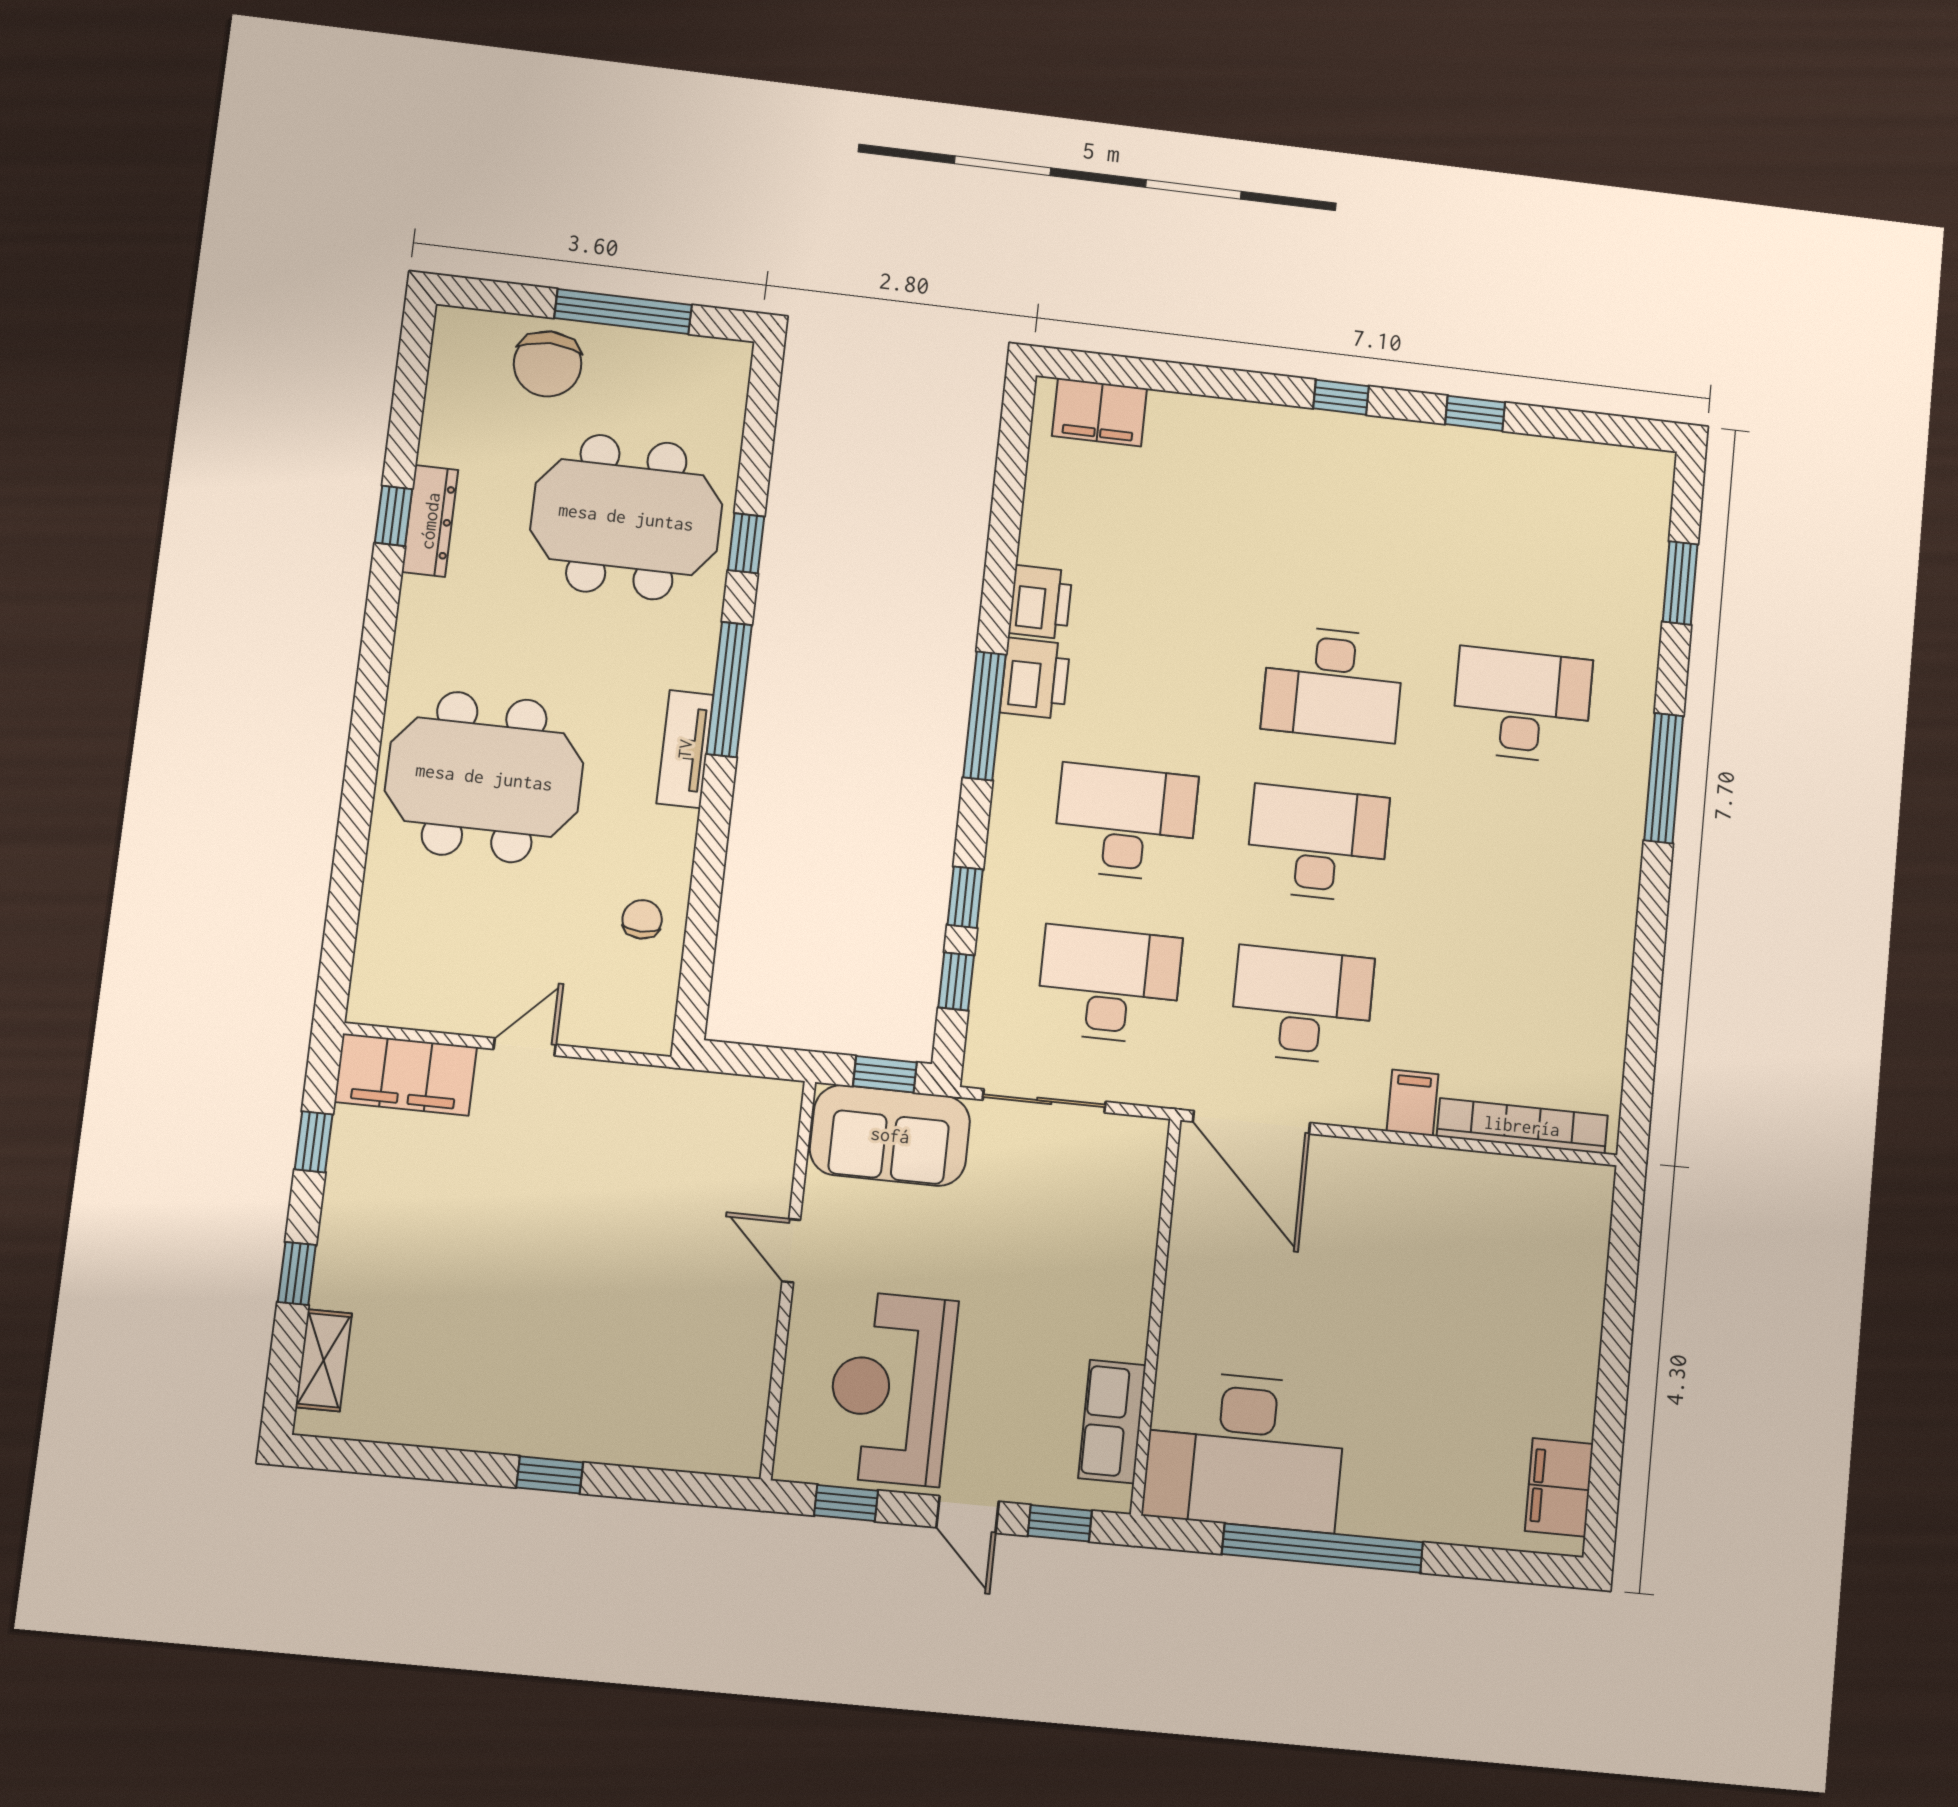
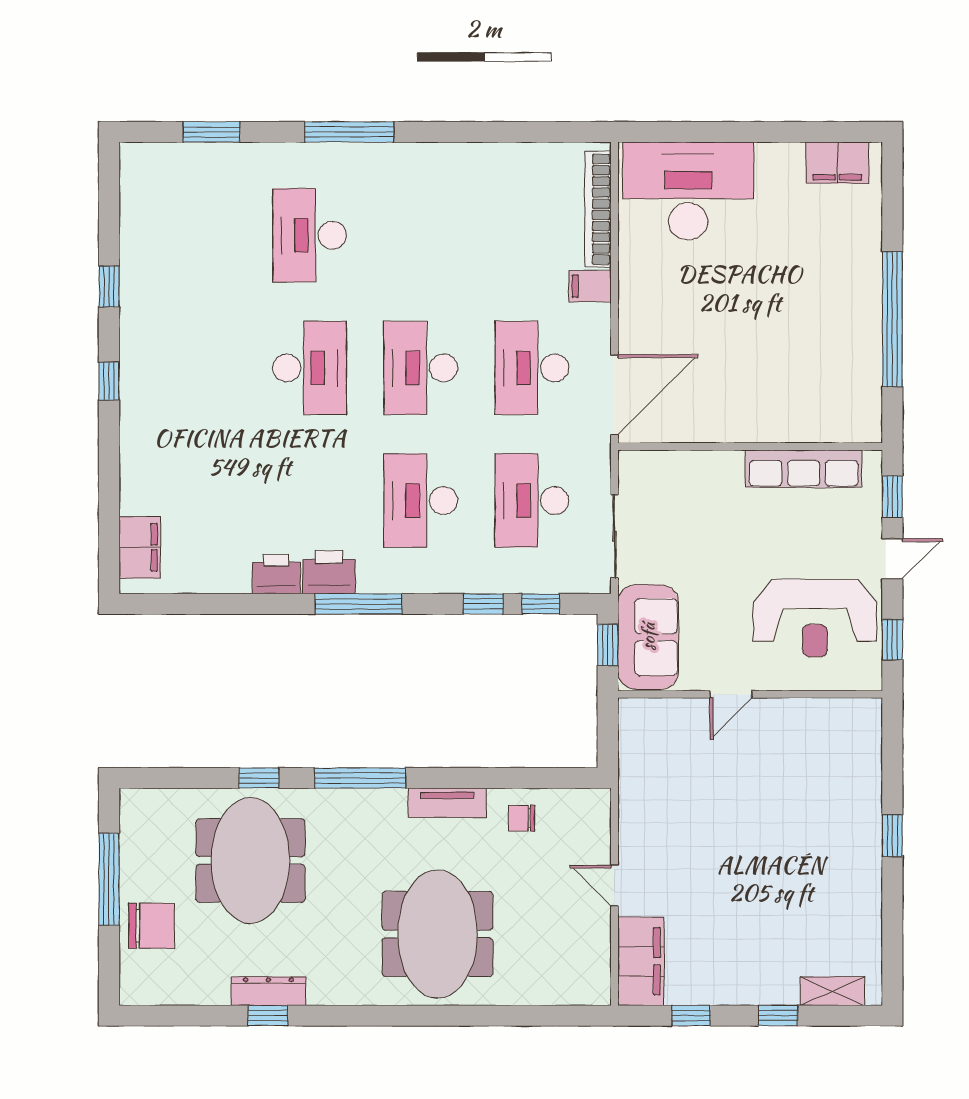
tv unit: (685, 749) -> (447, 803), moved
row of seats: (1112, 1422) -> (804, 469), width x1.48
desk: (1245, 1451) -> (688, 191), moved, turned -90

